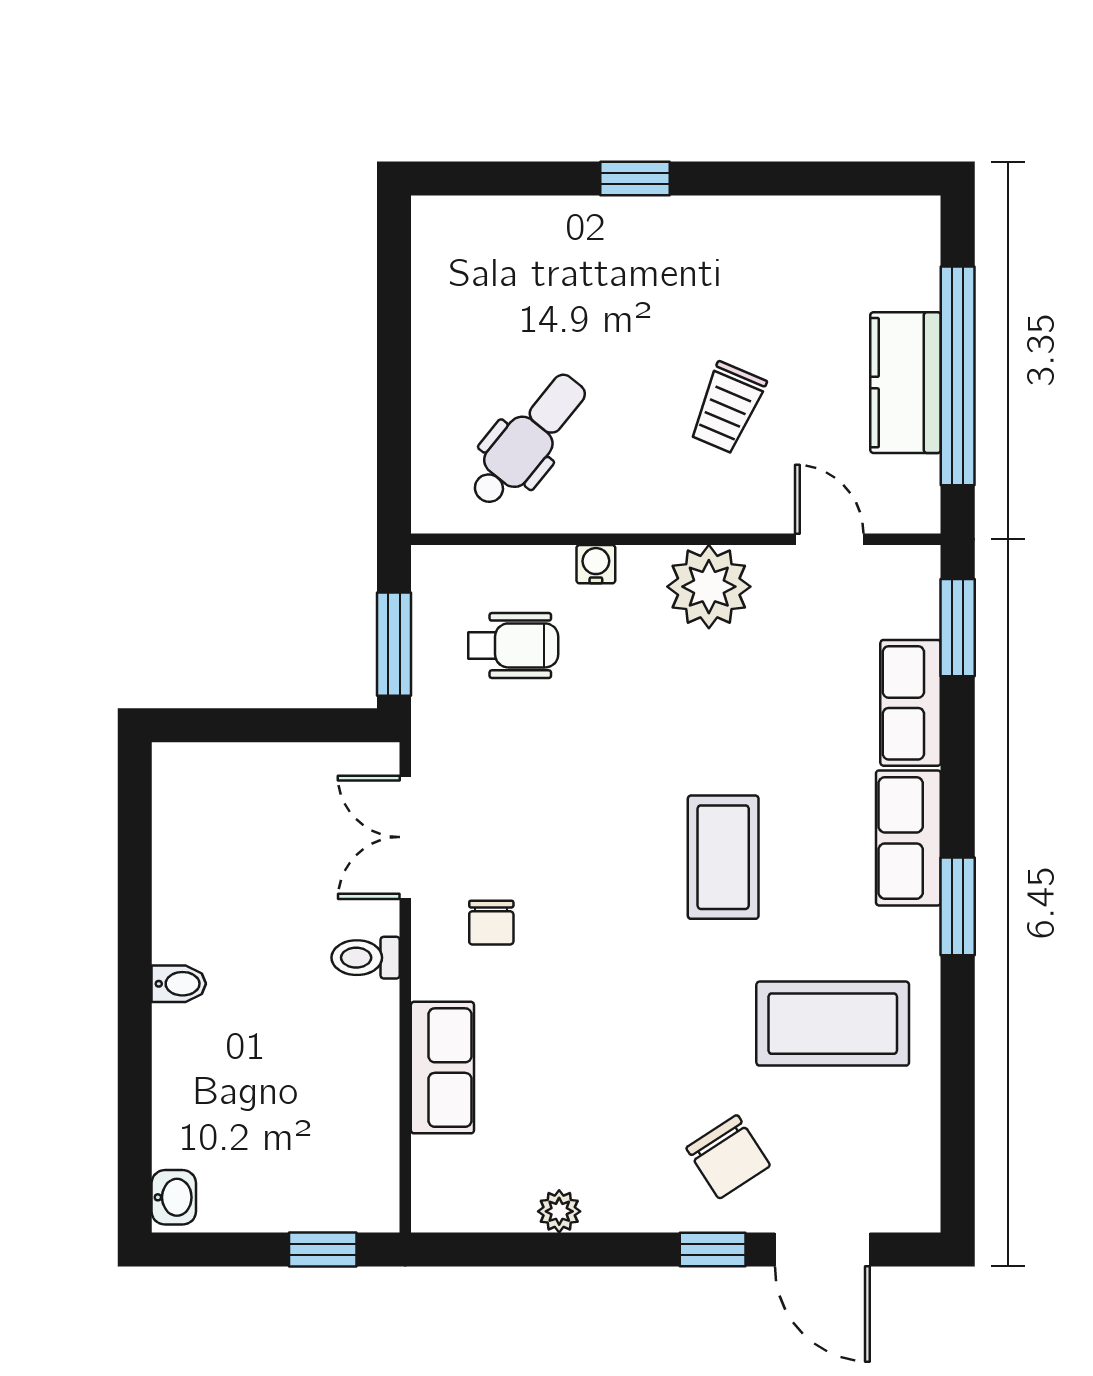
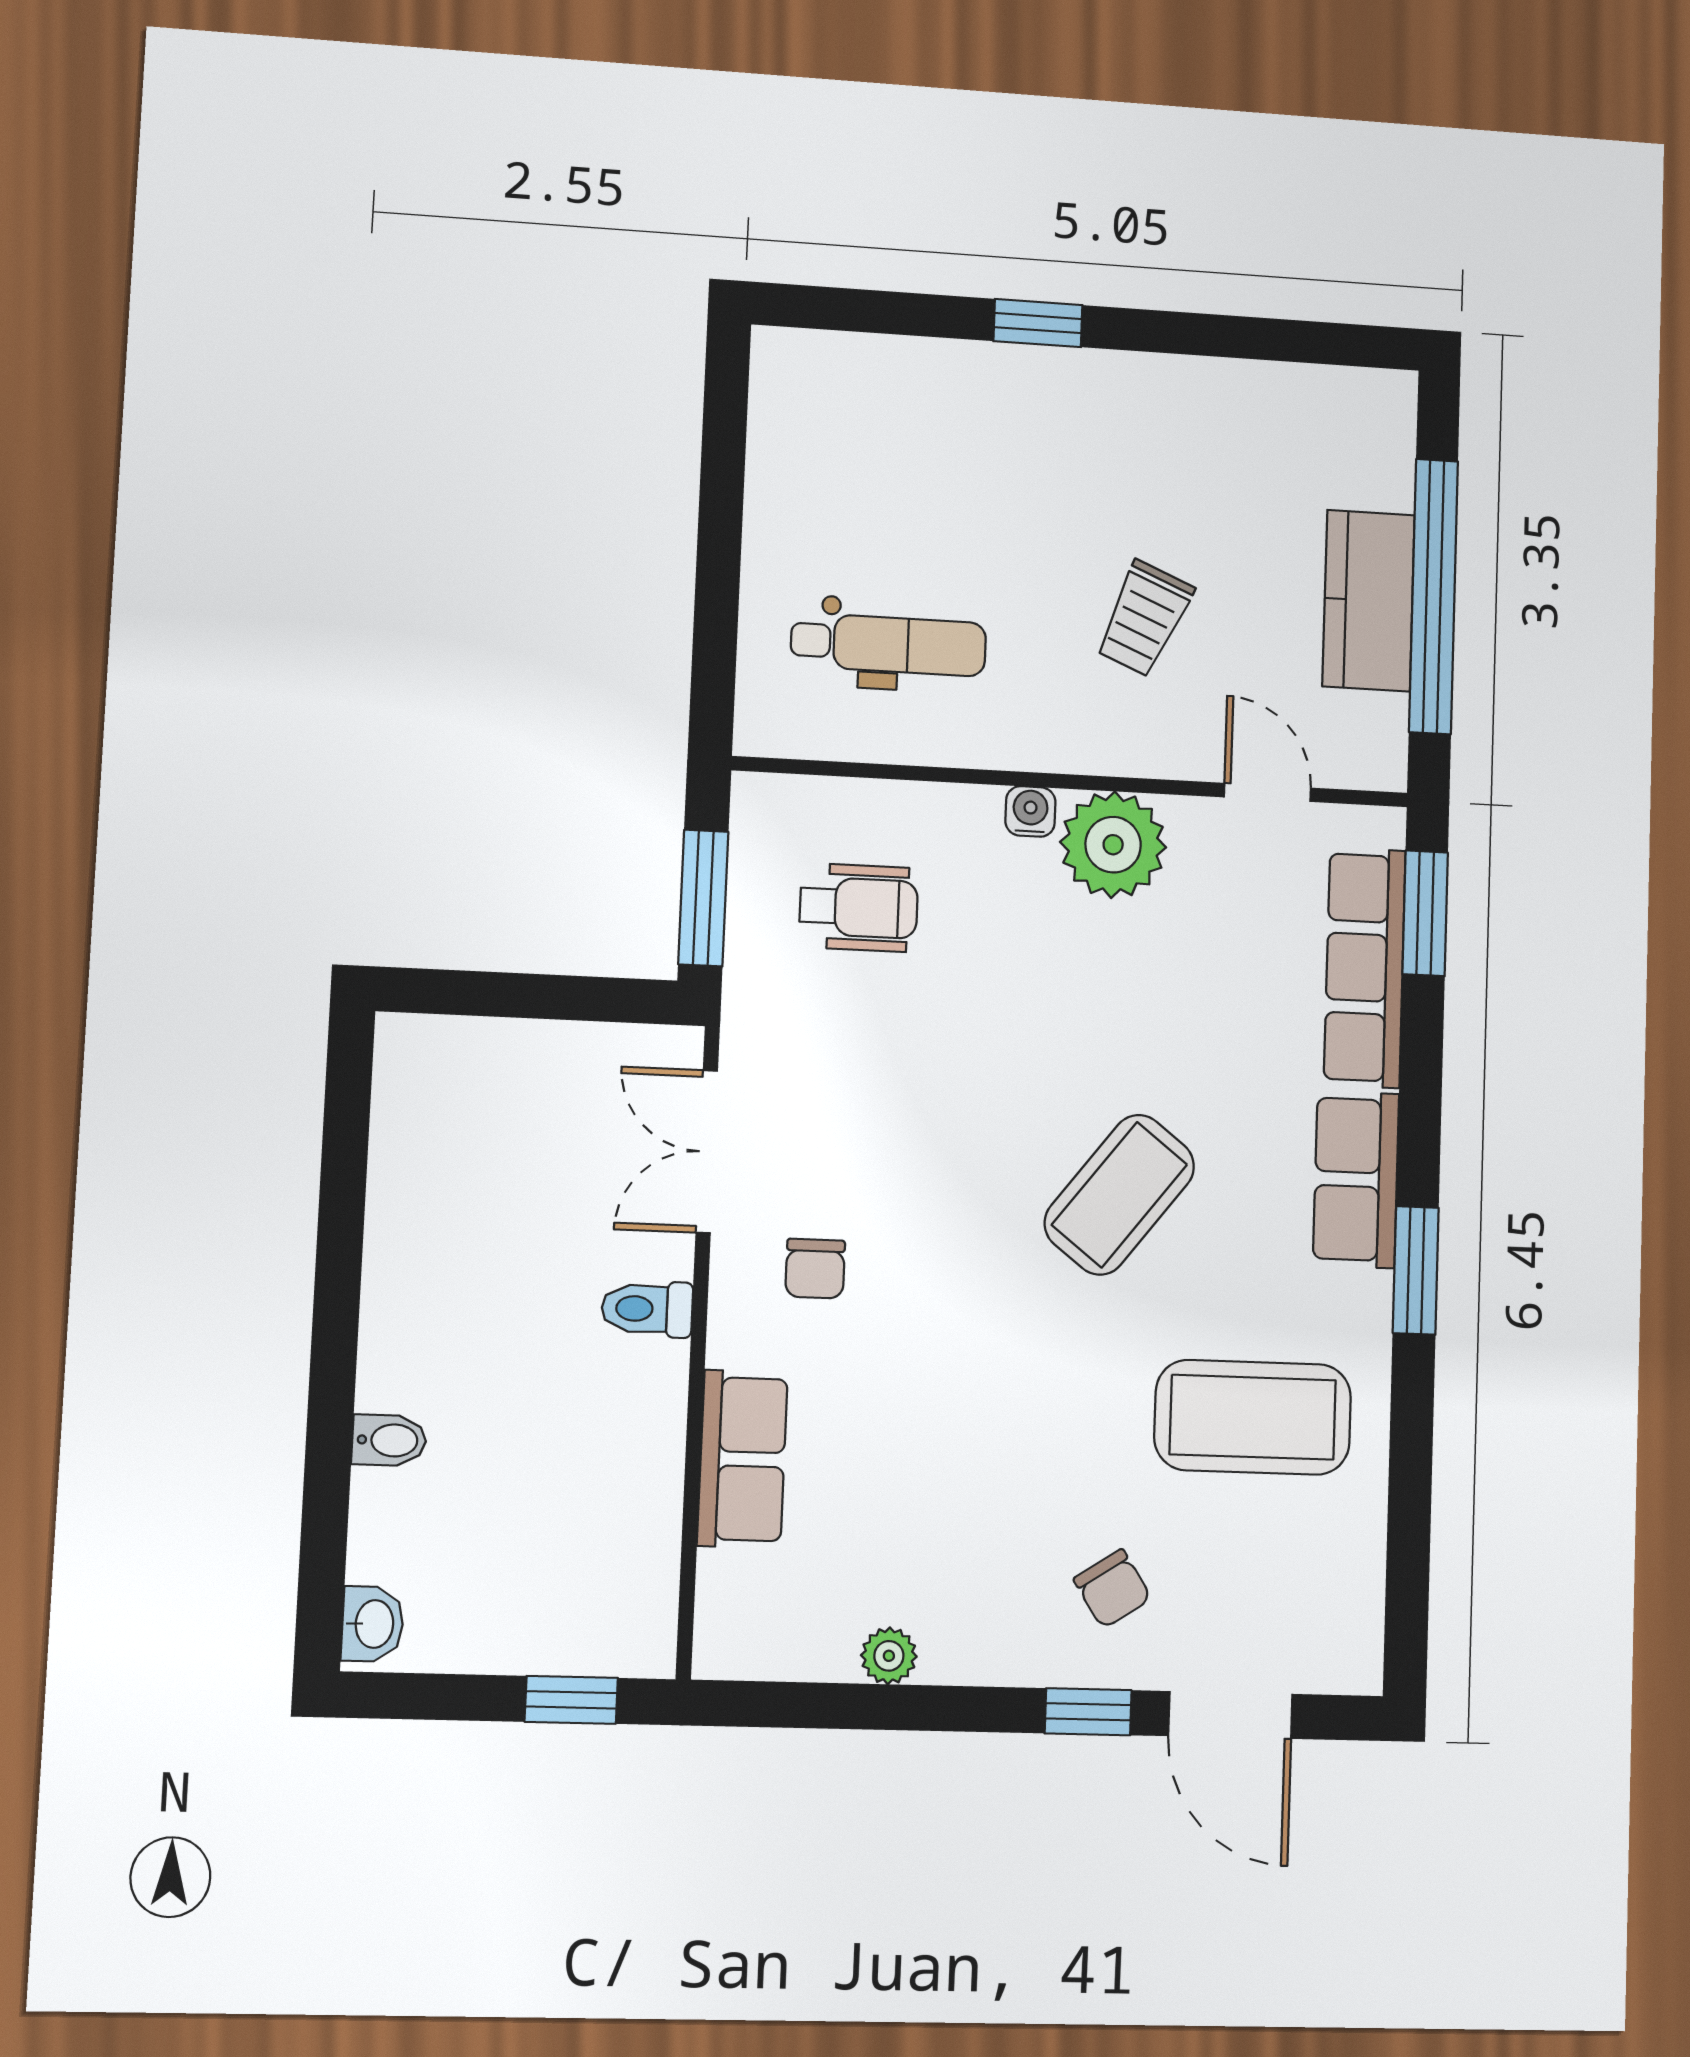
dental chair: (528, 440) -> (888, 644), turned 51
water cooler: (596, 564) -> (1030, 811), moved
row of seats: (911, 703) -> (1365, 968), width x1.48
coffee table: (723, 857) -> (1119, 1195), turned 38
bidet: (179, 984) -> (389, 1440), moved
chair: (728, 1157) -> (1112, 1589), width x0.73, depth x0.73

